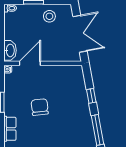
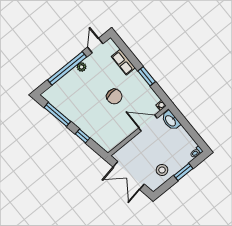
door: (30, 63) -> (148, 123), swing flipped

